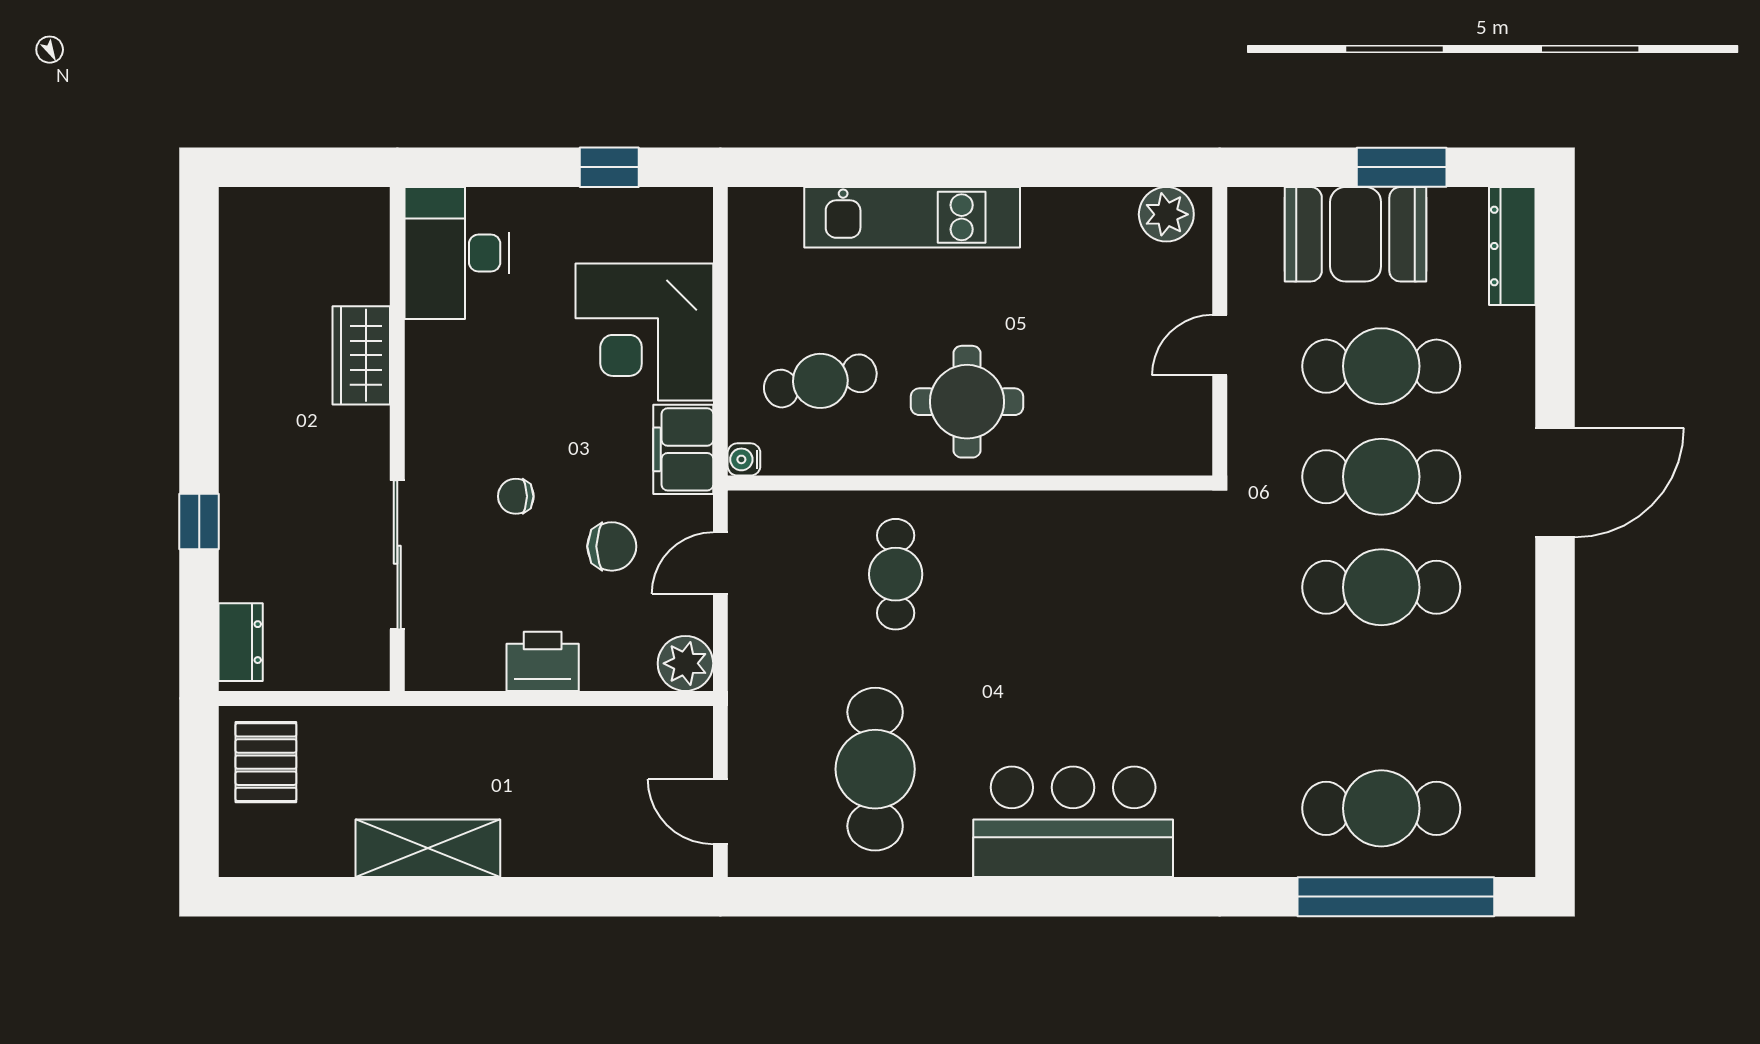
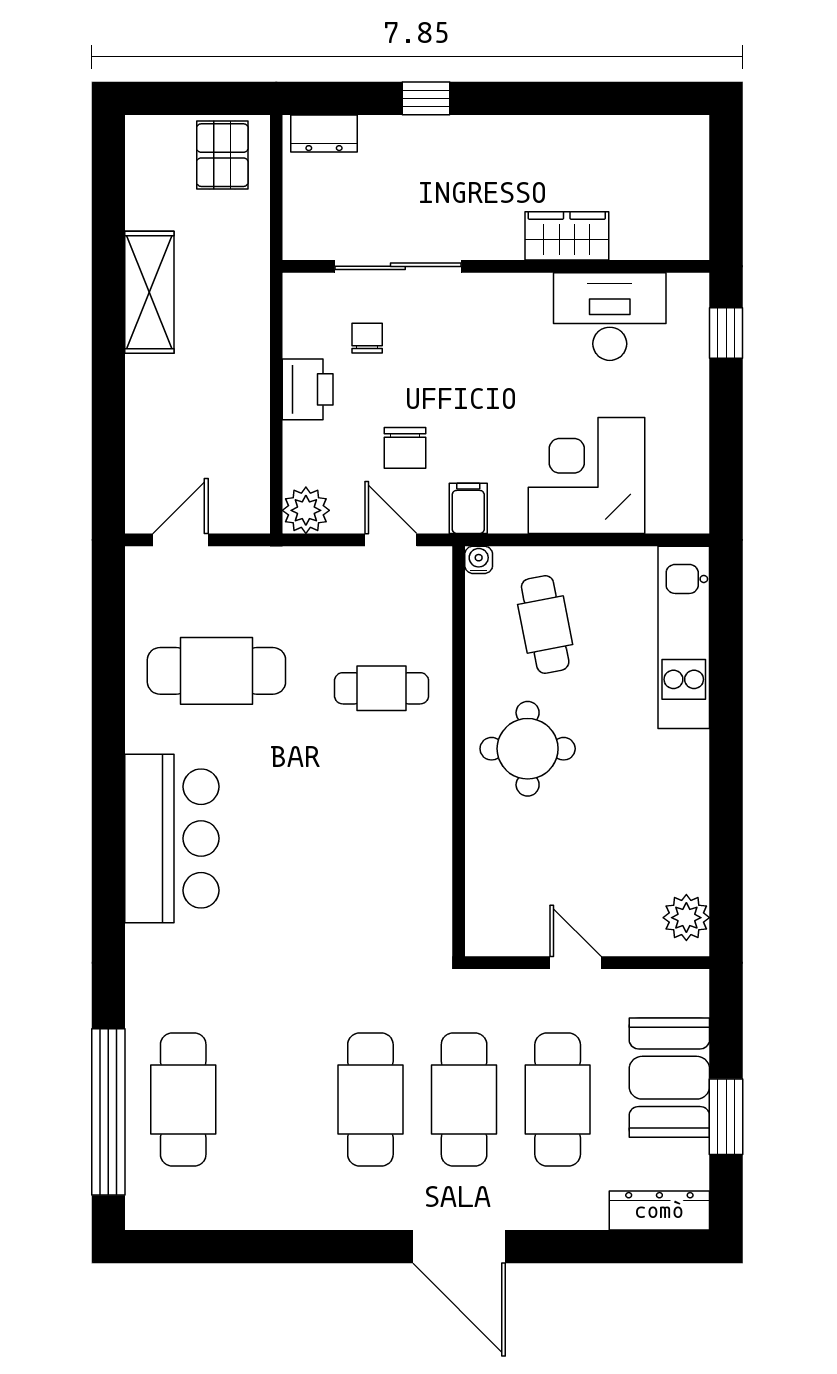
window: (609, 167) -> (726, 333), moved
kitchen unit: (912, 217) -> (684, 637), moved
desk: (457, 253) -> (610, 317), moved
filing cabinet: (683, 449) -> (468, 508), width x0.50
chair: (516, 496) -> (367, 338), moved
pallet: (266, 762) -> (222, 155), turned 90

